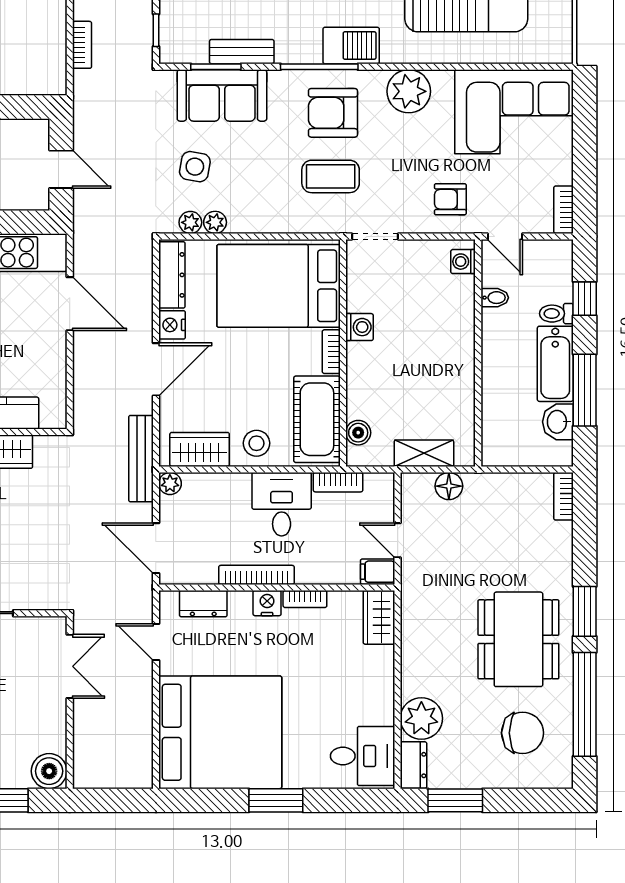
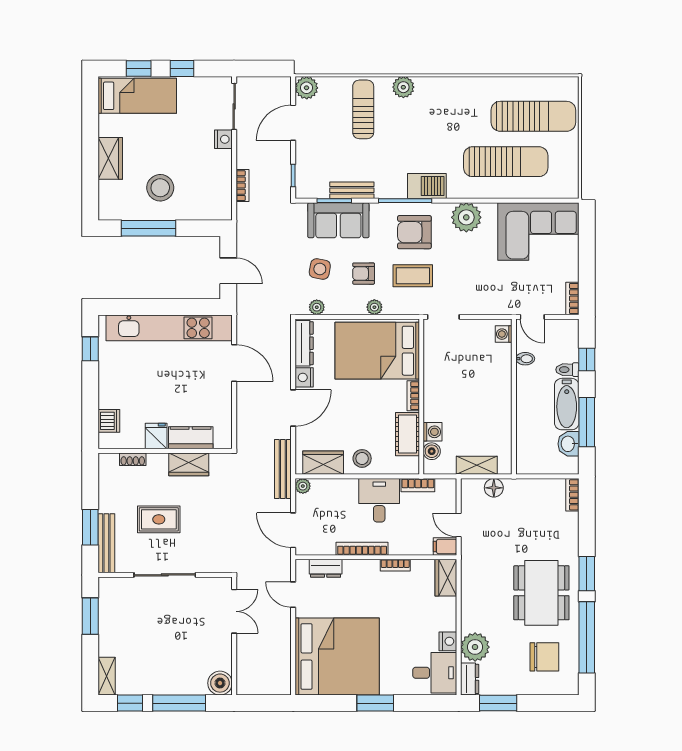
armchair: (450, 199) -> (364, 274), moved
plant: (215, 222) -> (374, 307), moved
washing machine: (359, 327) -> (433, 432), moved
cot: (317, 419) -> (407, 434), width x0.73, depth x0.75
nightstand: (267, 603) -> (448, 641), moved, turned 90

